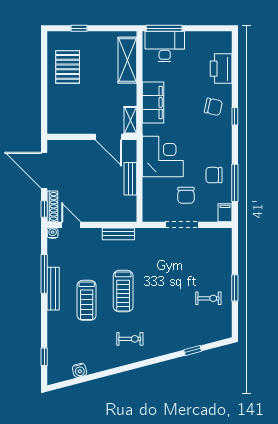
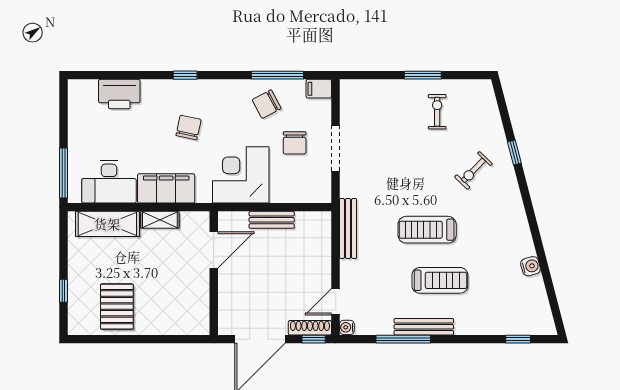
desk: (165, 47) -> (109, 182), moved, turned -90
pallet: (68, 67) -> (117, 307), turned 90
chair: (213, 107) -> (189, 128), moved
shelving: (130, 120) -> (160, 220), moved
chair: (214, 175) -> (267, 104), turned 62
chair: (186, 195) -> (295, 143), turned 90
bench: (118, 234) -> (348, 228), width x1.36
treadmill: (123, 291) -> (427, 230), turned 180
exercise bike: (130, 339) -> (473, 170), moved, turned -136
window: (193, 351) -> (514, 153), moved
water cooler: (80, 370) -> (531, 266), moved

